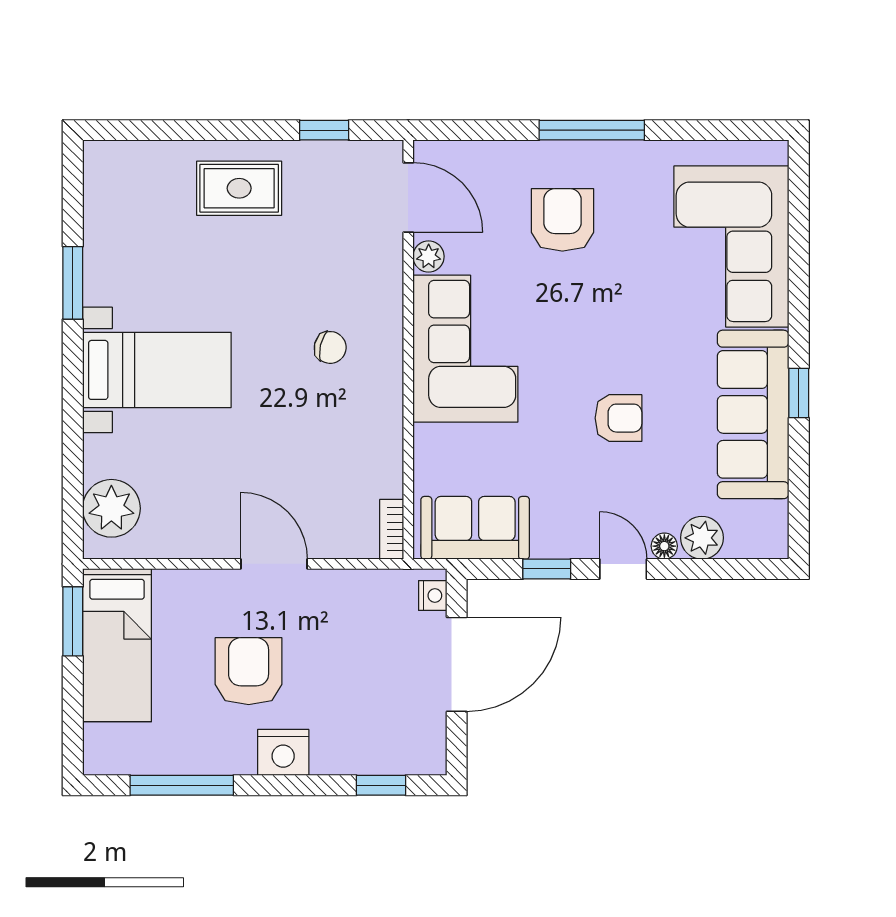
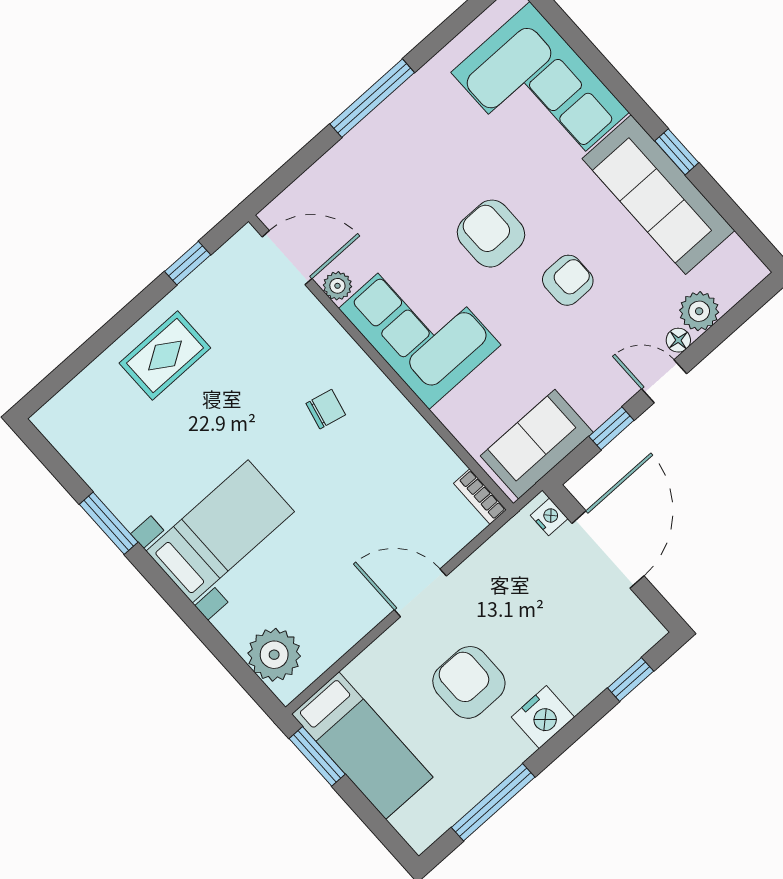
armchair: (562, 220) -> (491, 234), moved

